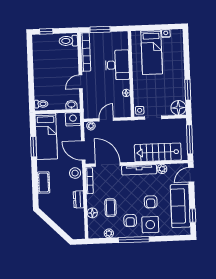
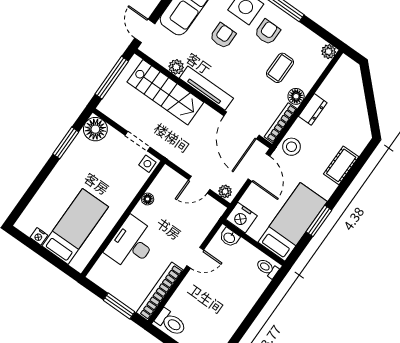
door: (191, 175) -> (145, 31), swing flipped
floor lamp: (92, 213) -> (296, 96), moved
plant: (109, 233) -> (329, 52), moved

